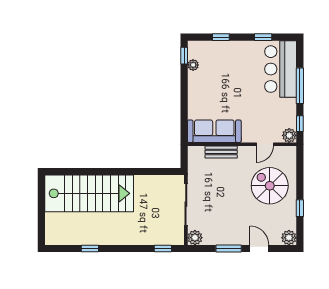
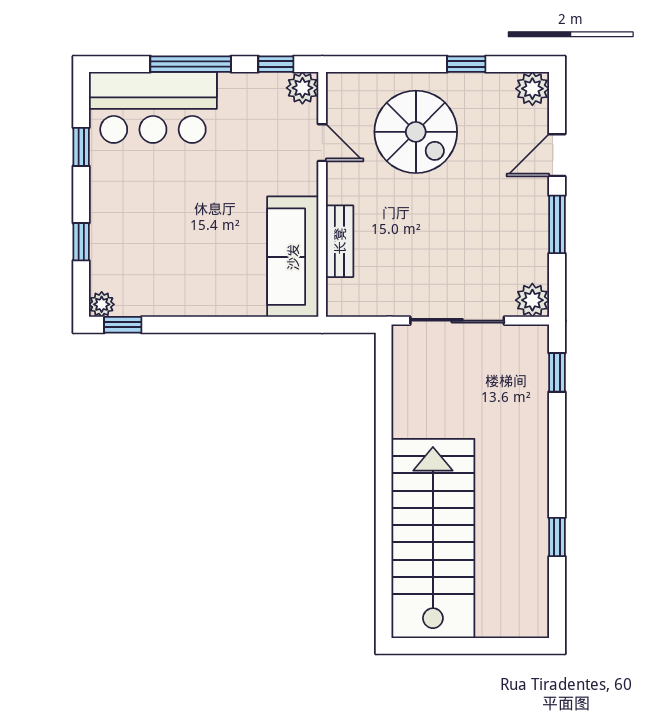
plant: (193, 65) -> (102, 304), moved
spiral stairs: (270, 186) -> (416, 132), turned -90

